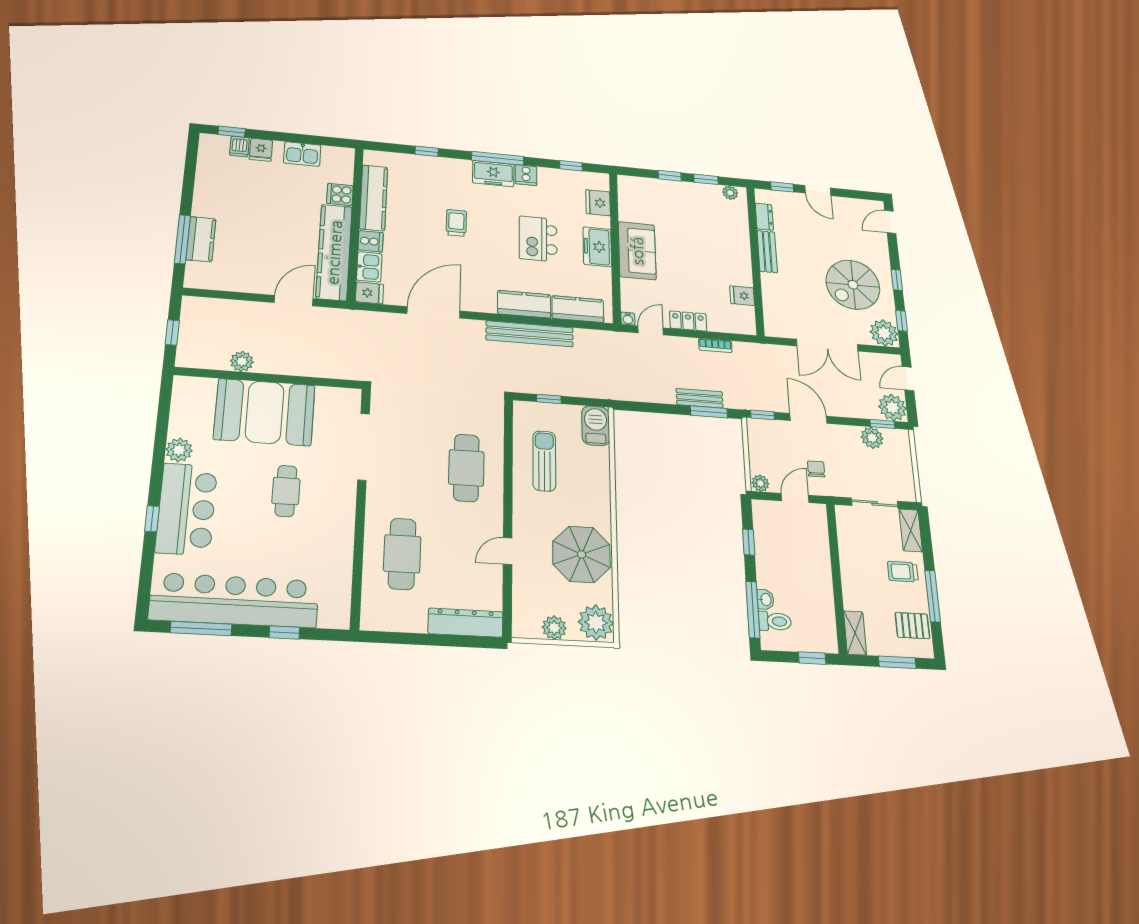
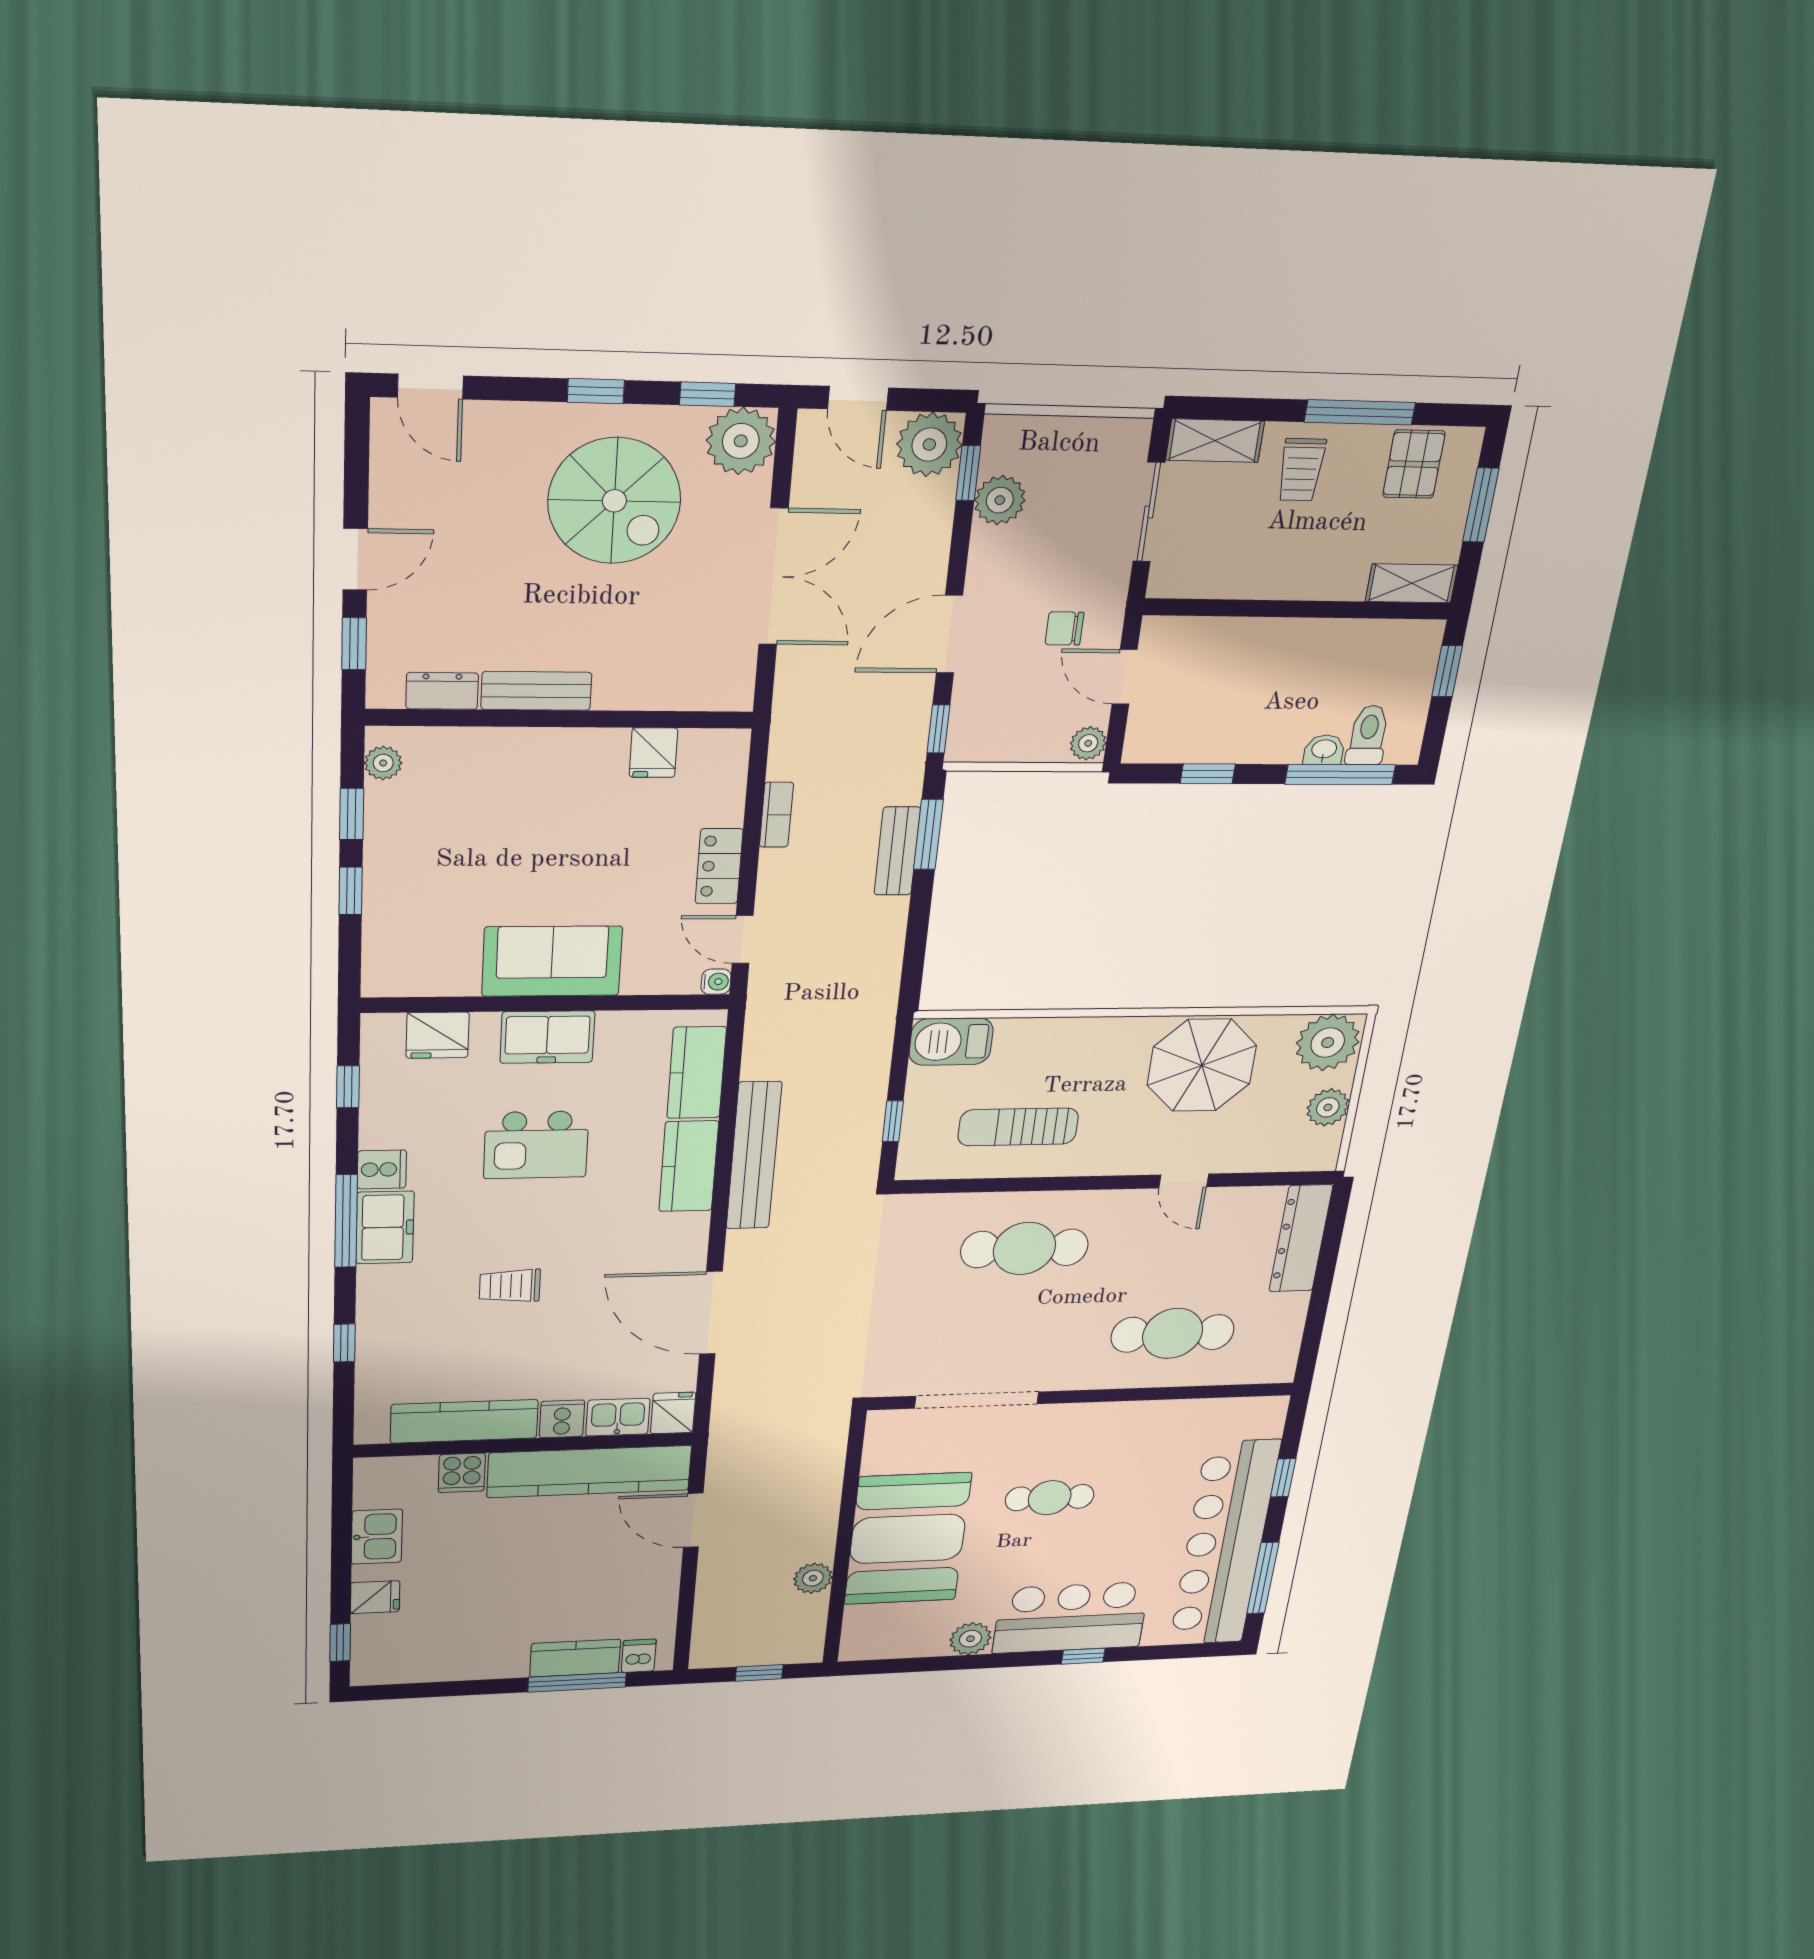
dishwasher: (239, 147) -> (639, 1656), moved, turned -90

